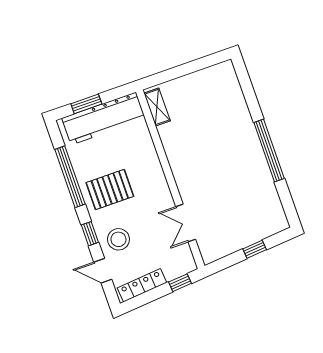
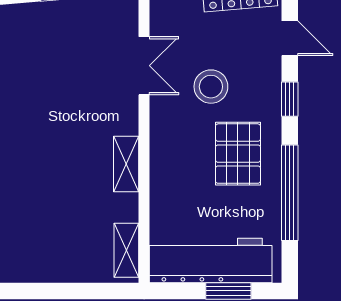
shelving: (176, 159) -> (126, 164), added
pallet: (110, 190) -> (238, 154), turned 90
stool: (118, 239) -> (211, 87), moved

